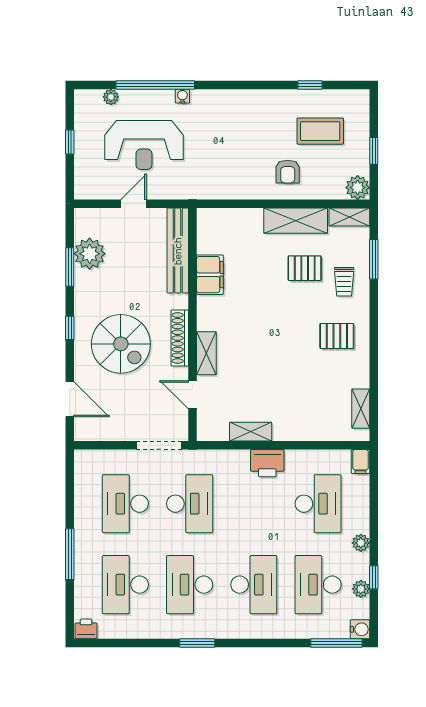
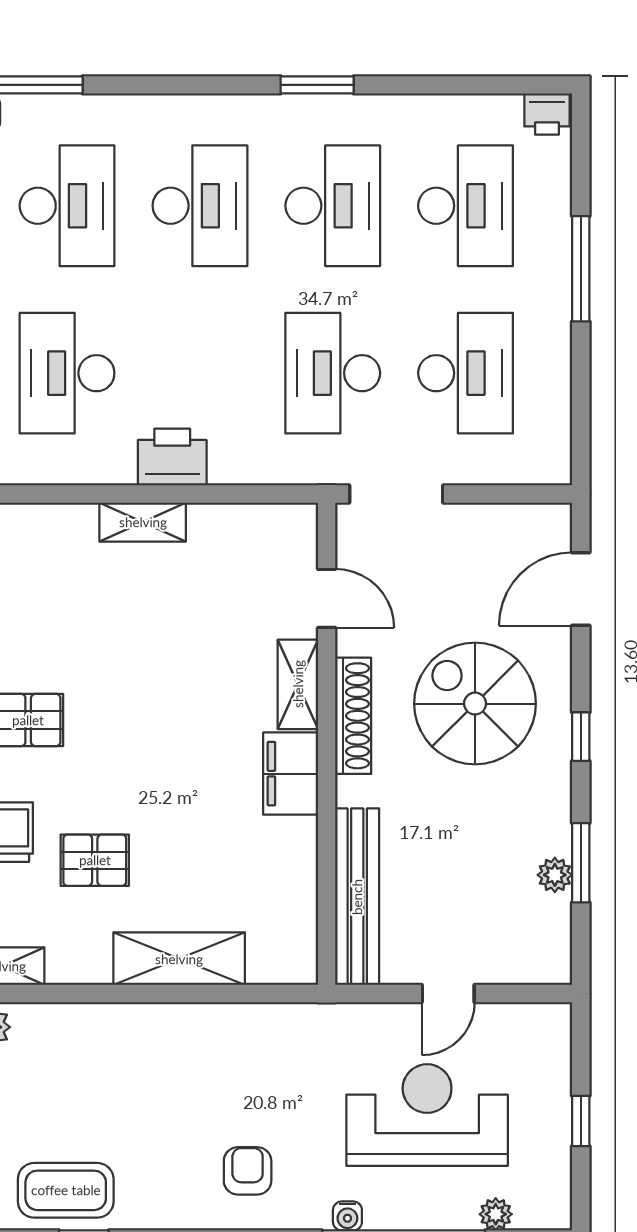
coffee table: (320, 131) -> (66, 1190), moved
armchair: (288, 172) -> (248, 1171), moved
shelving: (296, 221) -> (179, 959), moved
plant: (90, 254) -> (555, 875), width x0.53, depth x0.53
filing cabinet: (210, 275) -> (291, 774), moved
door: (70, 399) -> (581, 589), hinge flipped
shelving: (251, 432) -> (143, 522), moved
desk: (254, 585) -> (200, 206), turned 180

